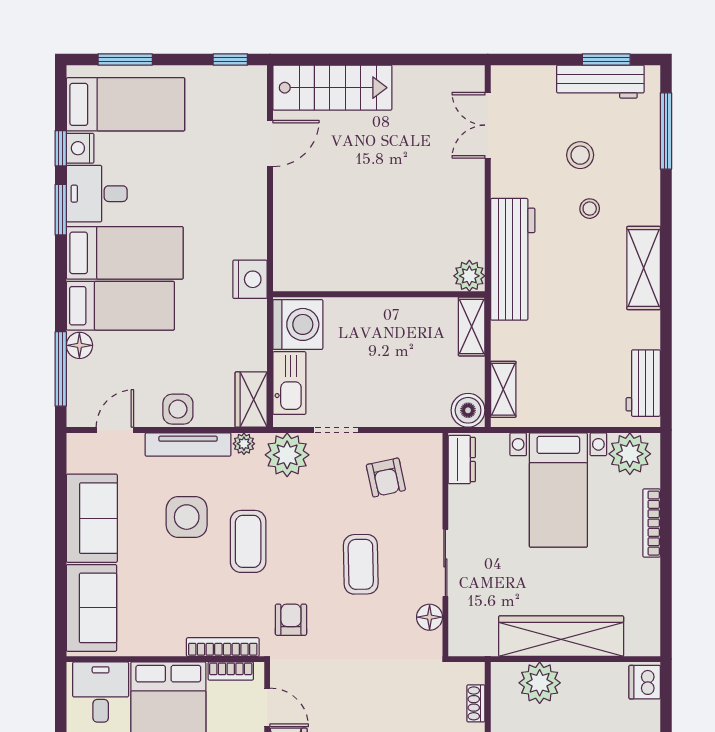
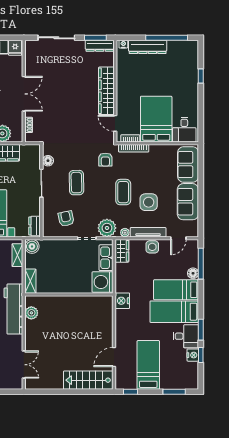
bed: (126, 104) -> (148, 365), moved, turned 90
plant: (469, 276) -> (31, 313), moved

